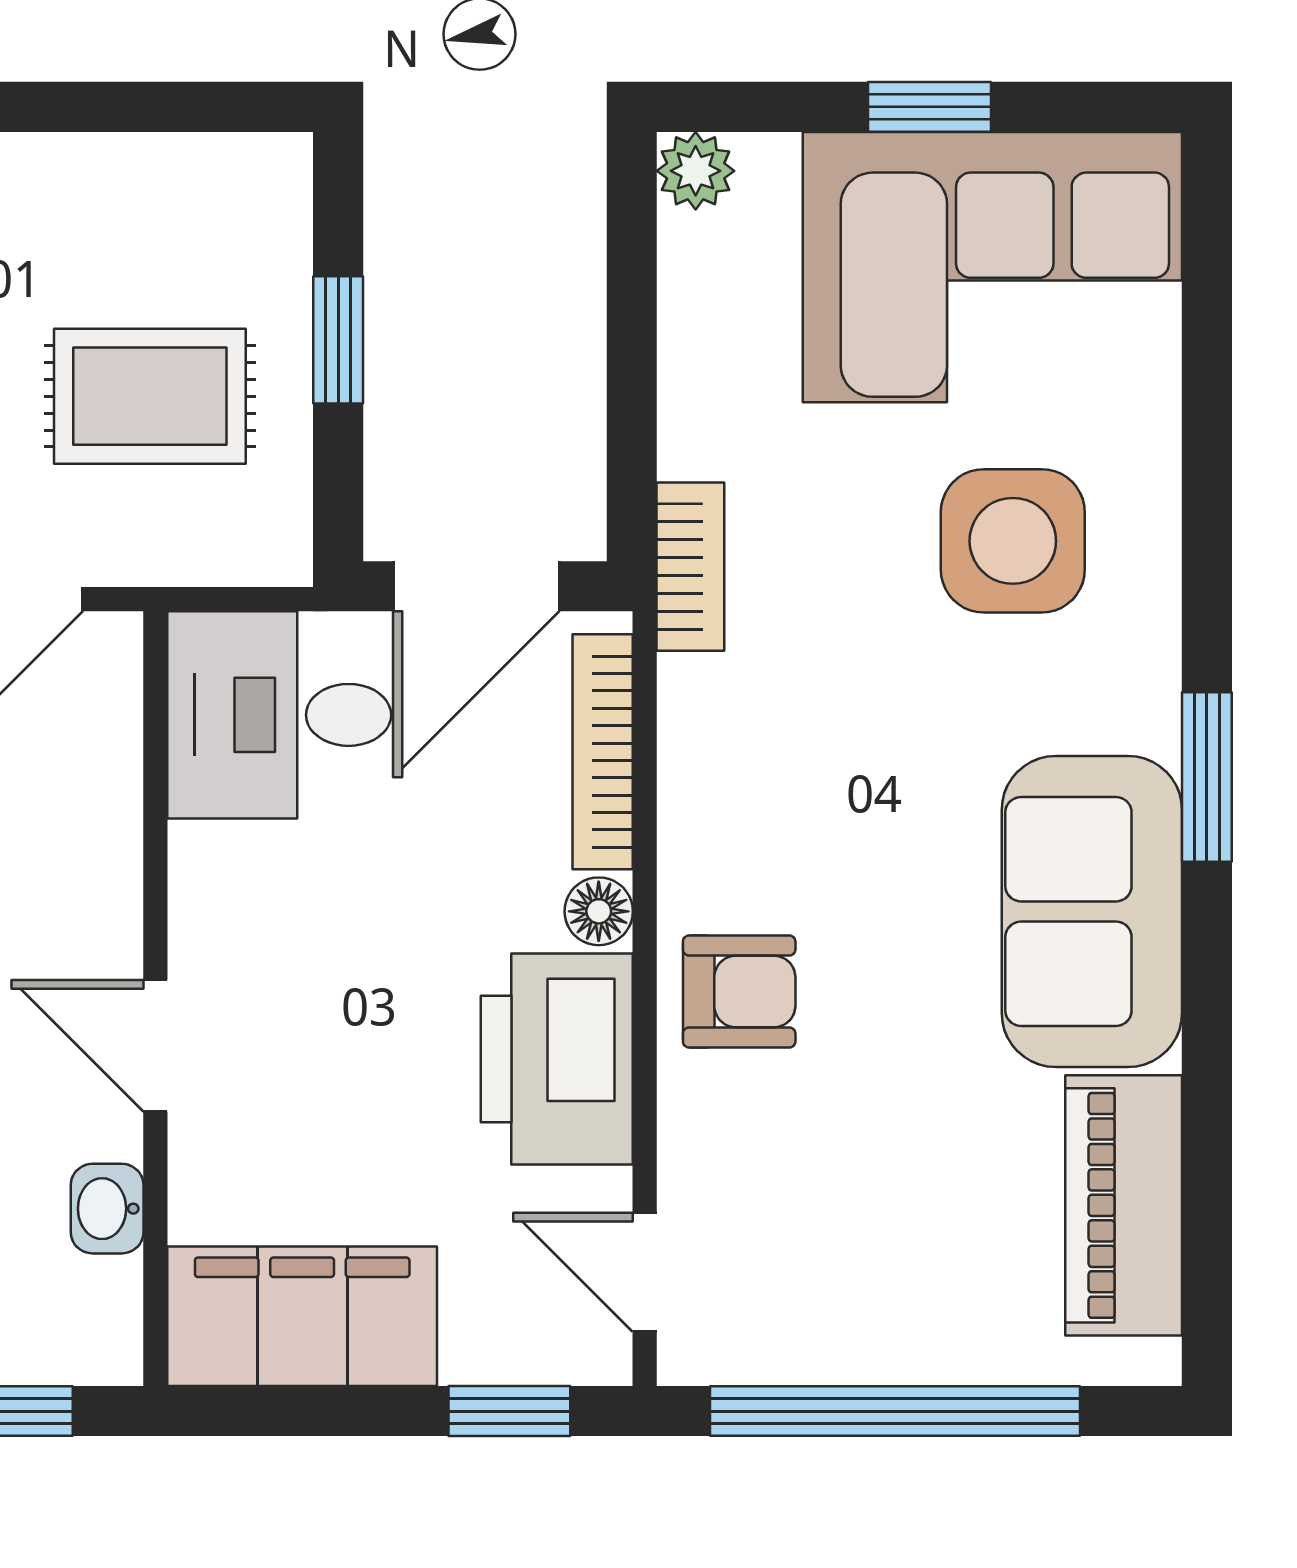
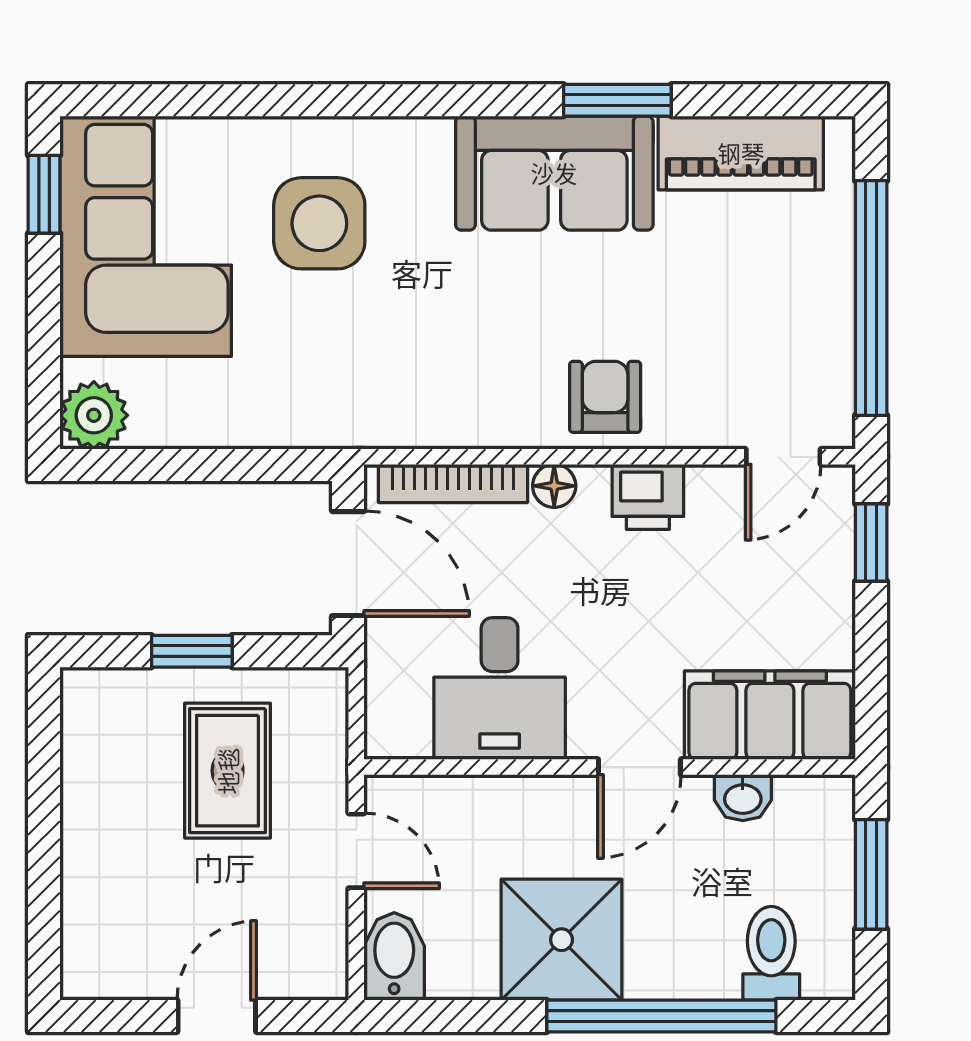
window: (929, 107) -> (44, 194), moved
plant: (696, 171) -> (94, 415), width x1.38, depth x1.38
bookcase: (690, 567) -> (336, 428), removed
desk: (279, 715) -> (500, 689), moved
window: (1207, 777) -> (617, 100), moved
printer: (557, 1059) -> (648, 497), width x0.53, depth x0.68
filing cabinet: (302, 1316) -> (770, 715), moved, turned 90

